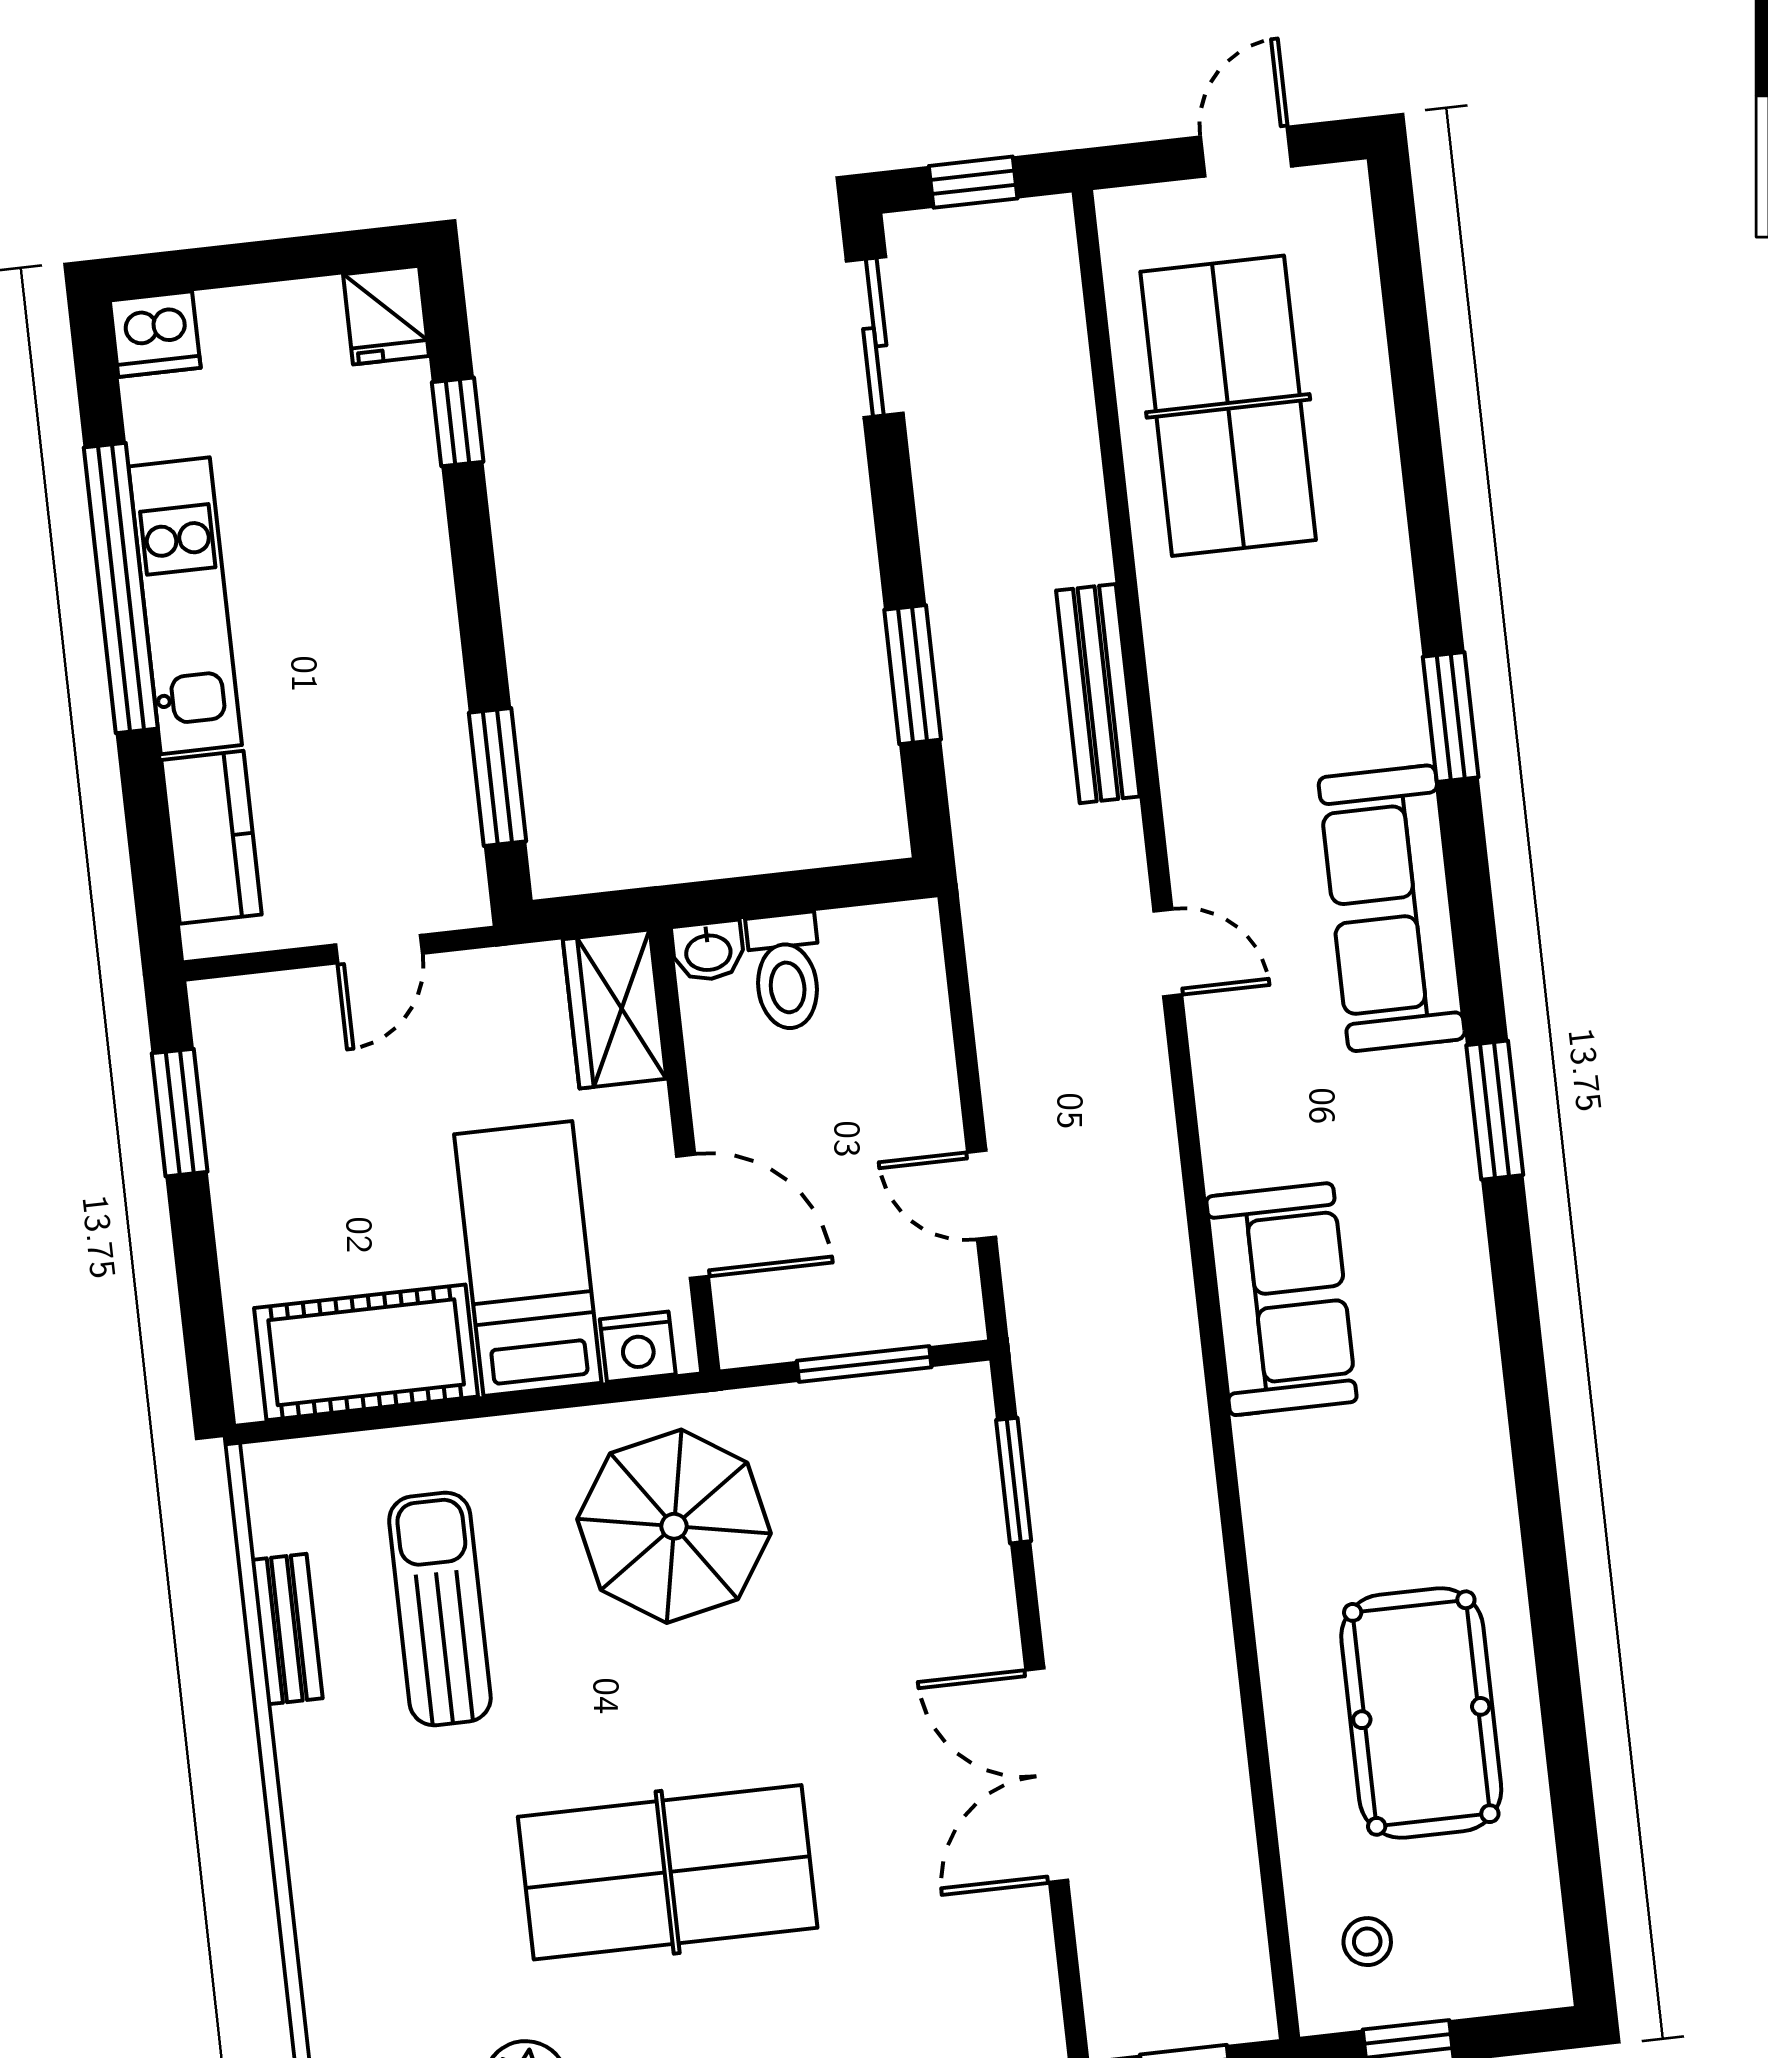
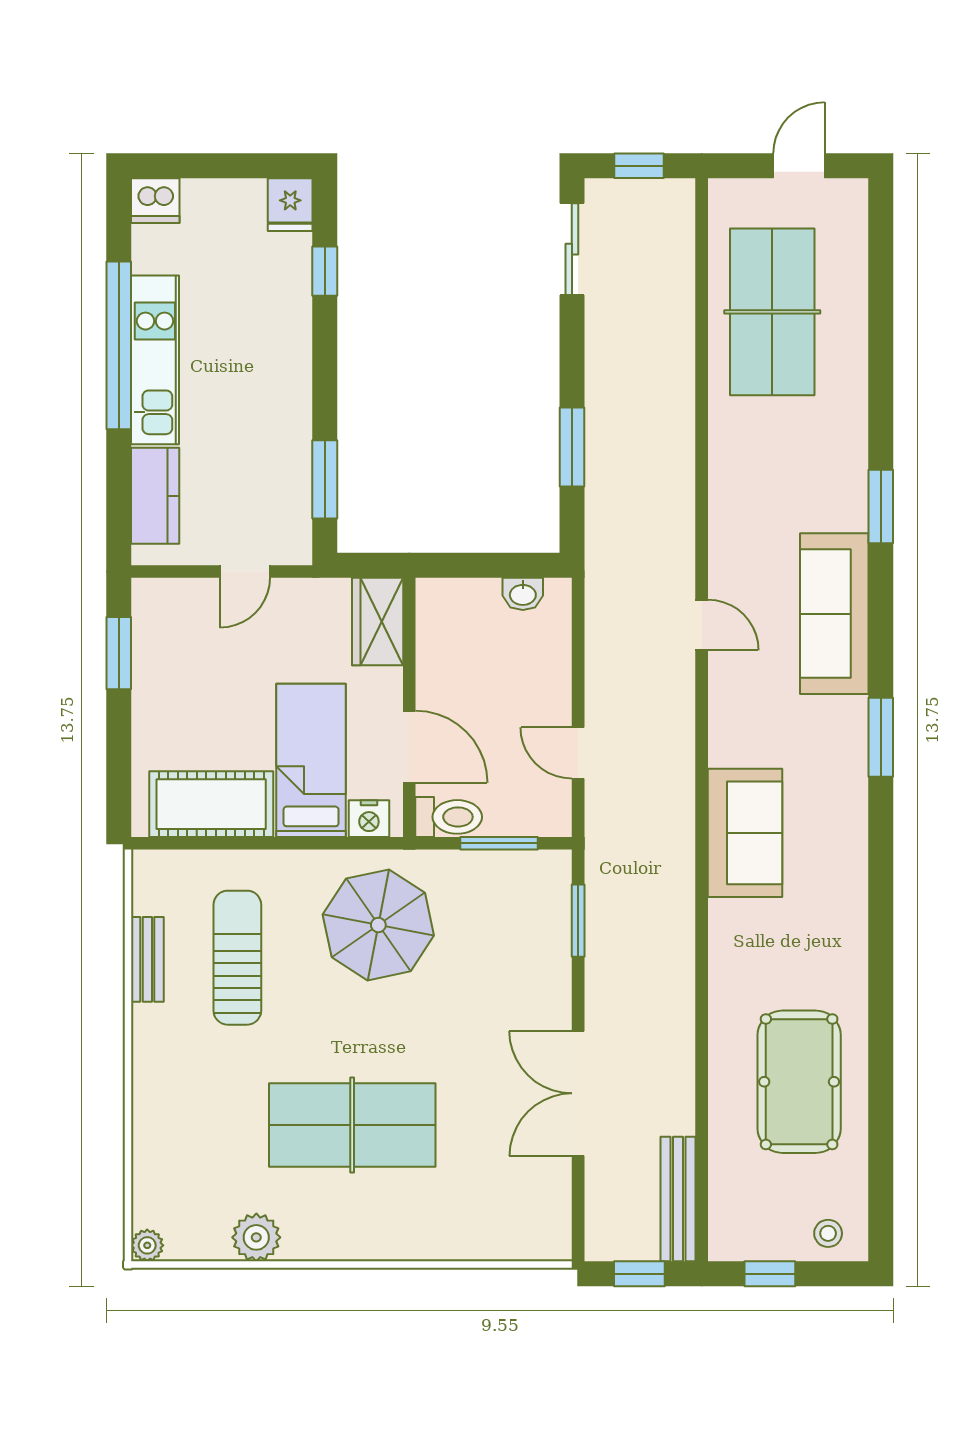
bench: (1098, 694) -> (678, 1199), moved
washbasin: (708, 951) -> (523, 594), moved
toilet: (786, 972) -> (449, 817), moved, turned -90
stool: (1367, 1942) -> (828, 1233), moved

